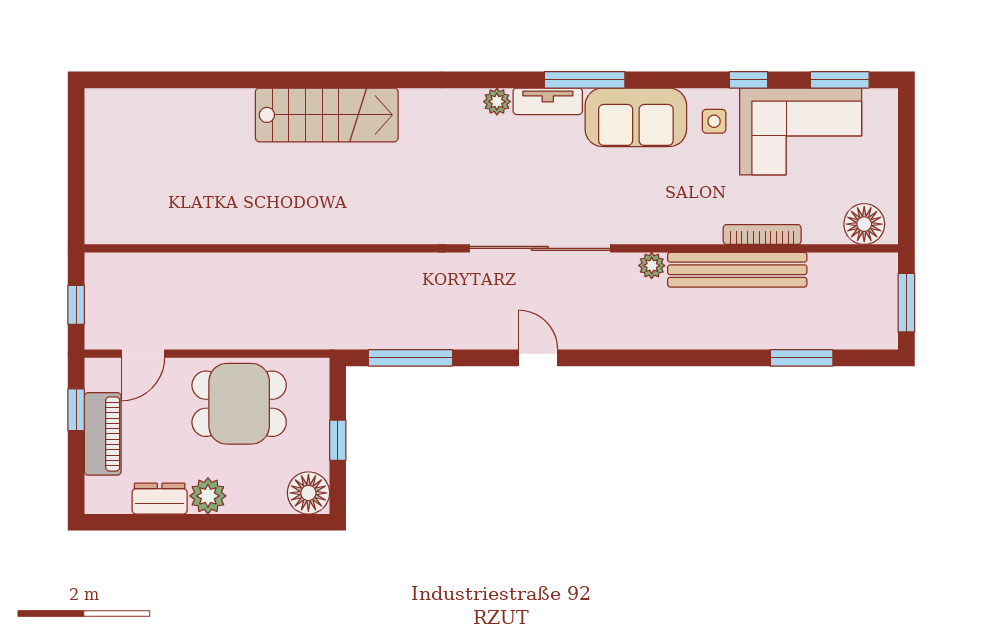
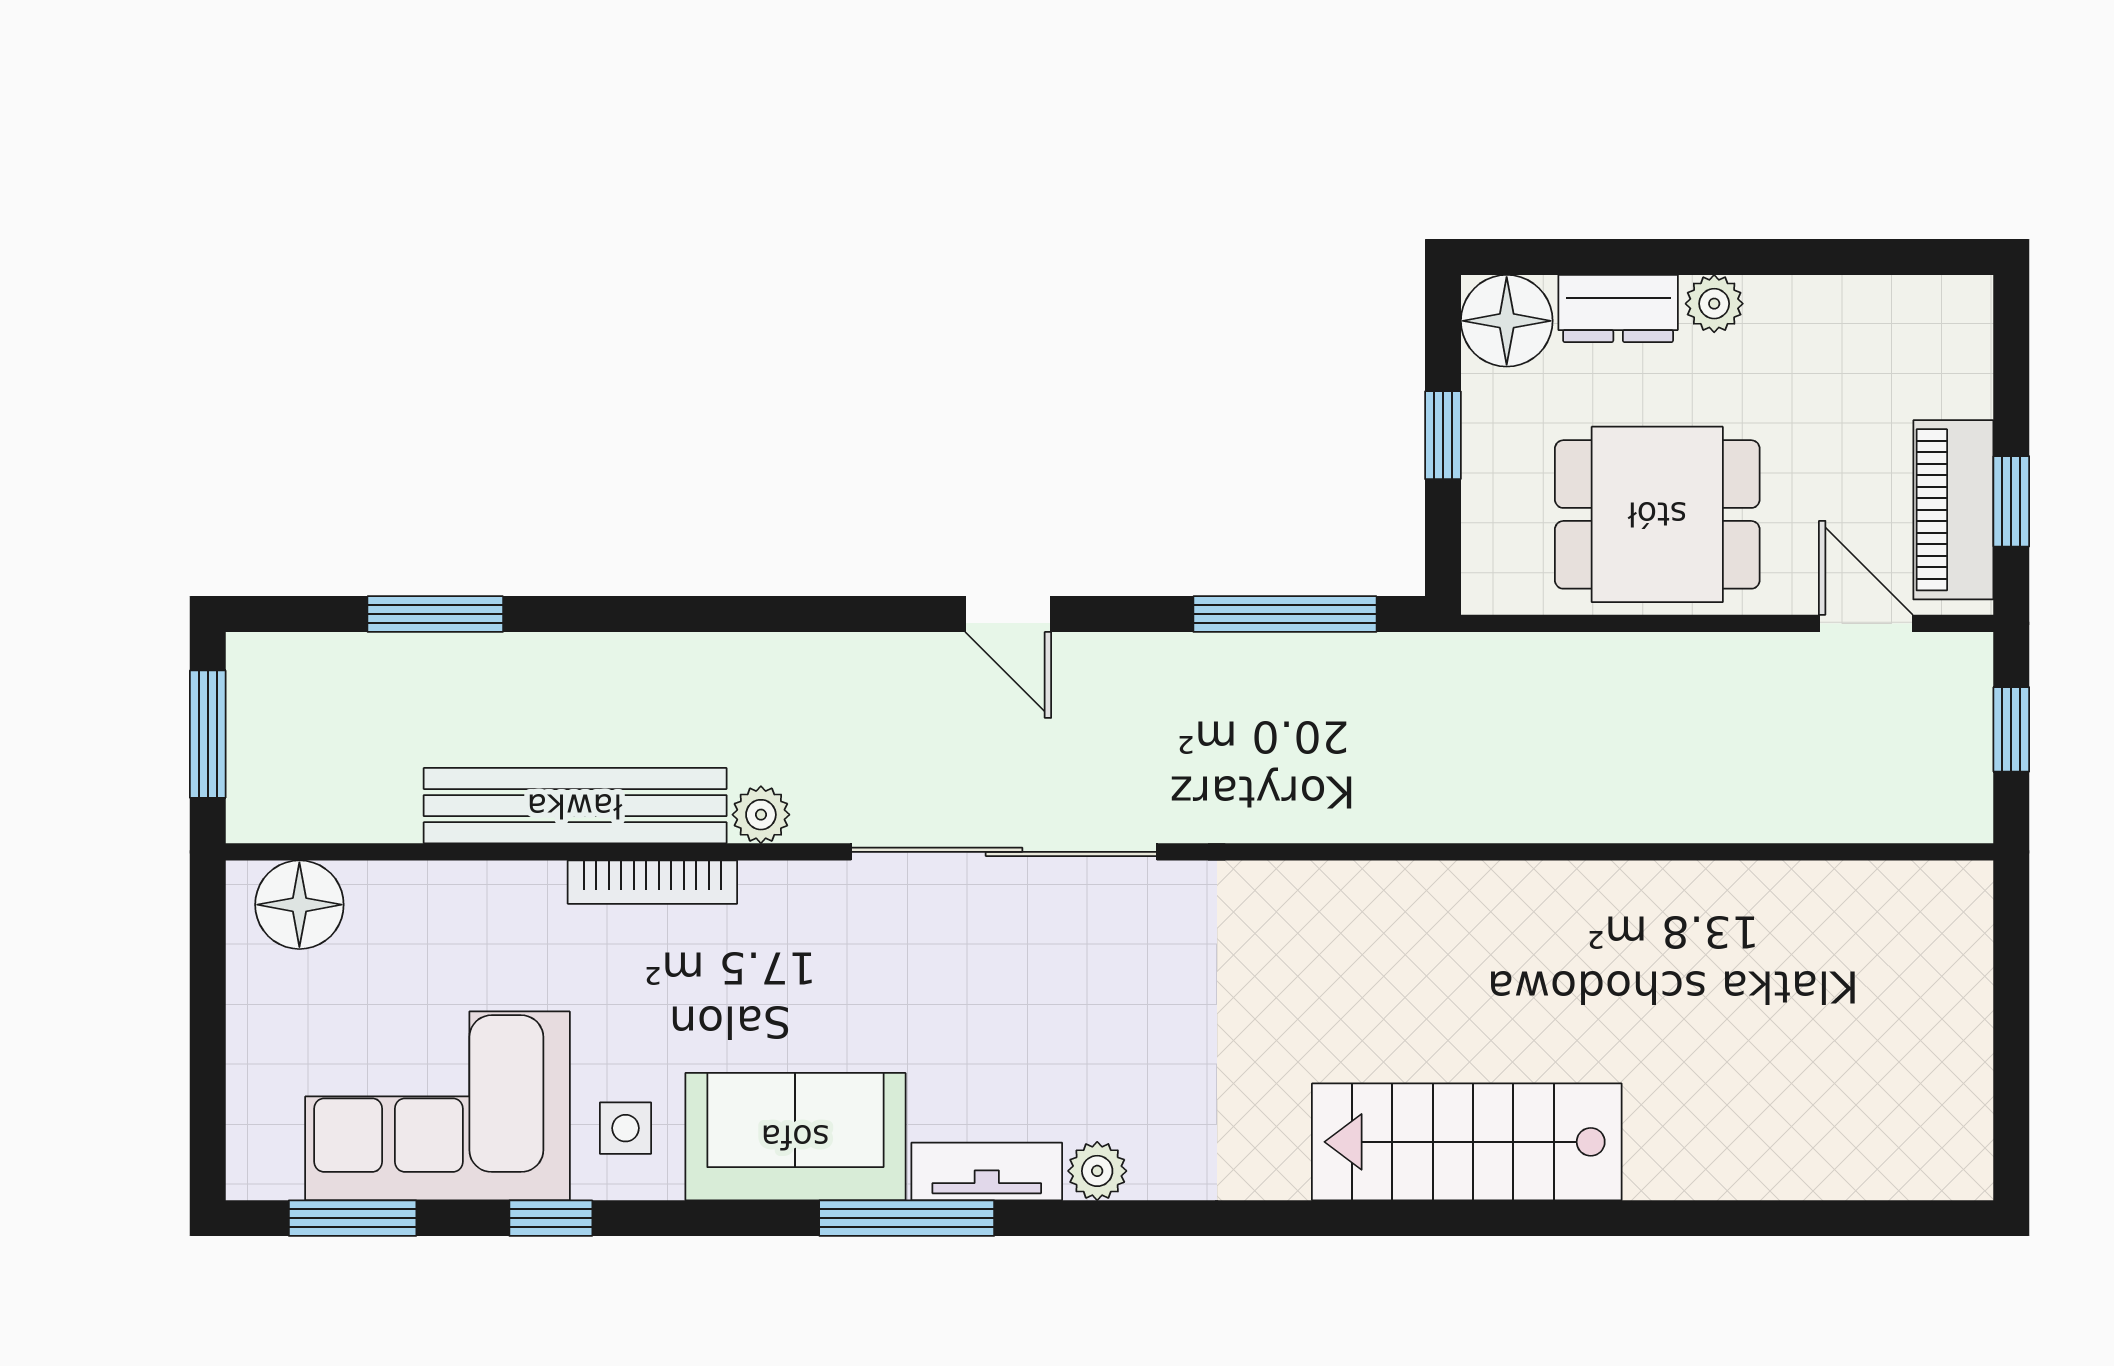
bookcase: (762, 234) -> (652, 882), moved
door: (143, 354) -> (1866, 623), hinge flipped
piano: (103, 434) -> (1953, 510), moved
plant: (208, 496) -> (1714, 304), width x0.73, depth x0.73
dresser: (160, 499) -> (1618, 309), moved

